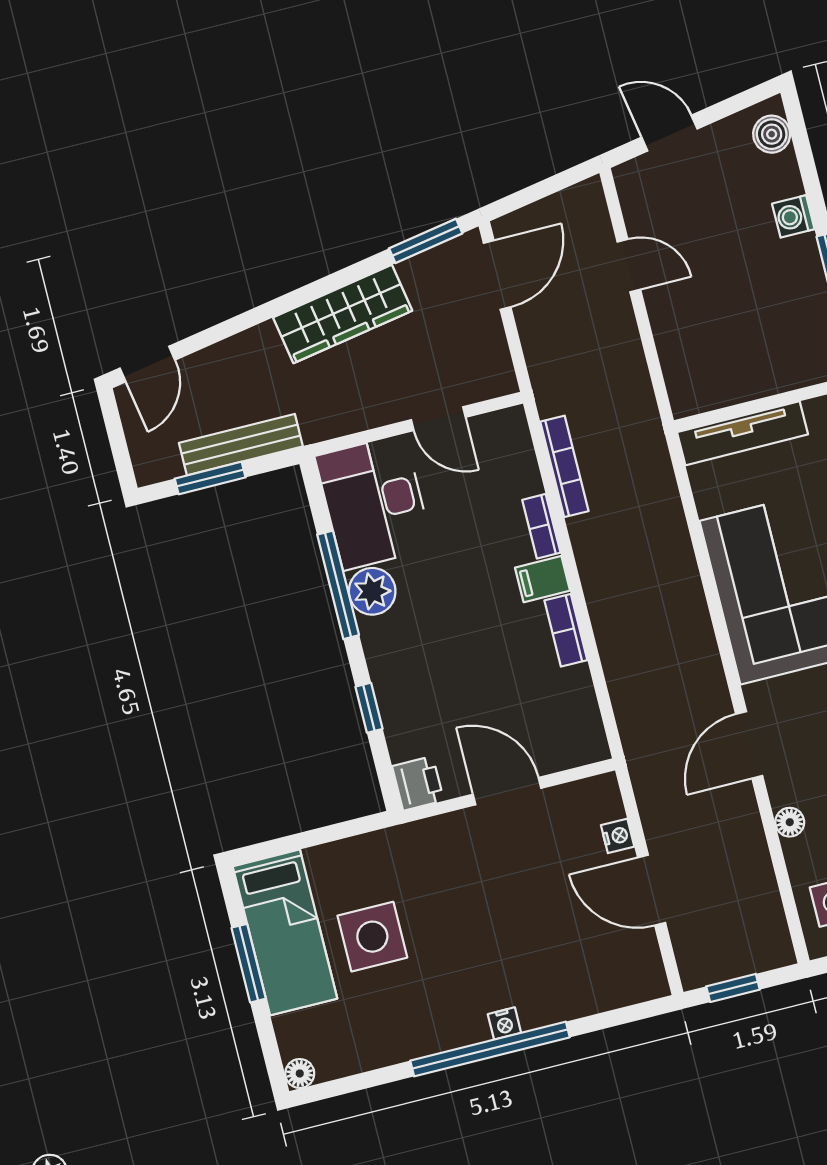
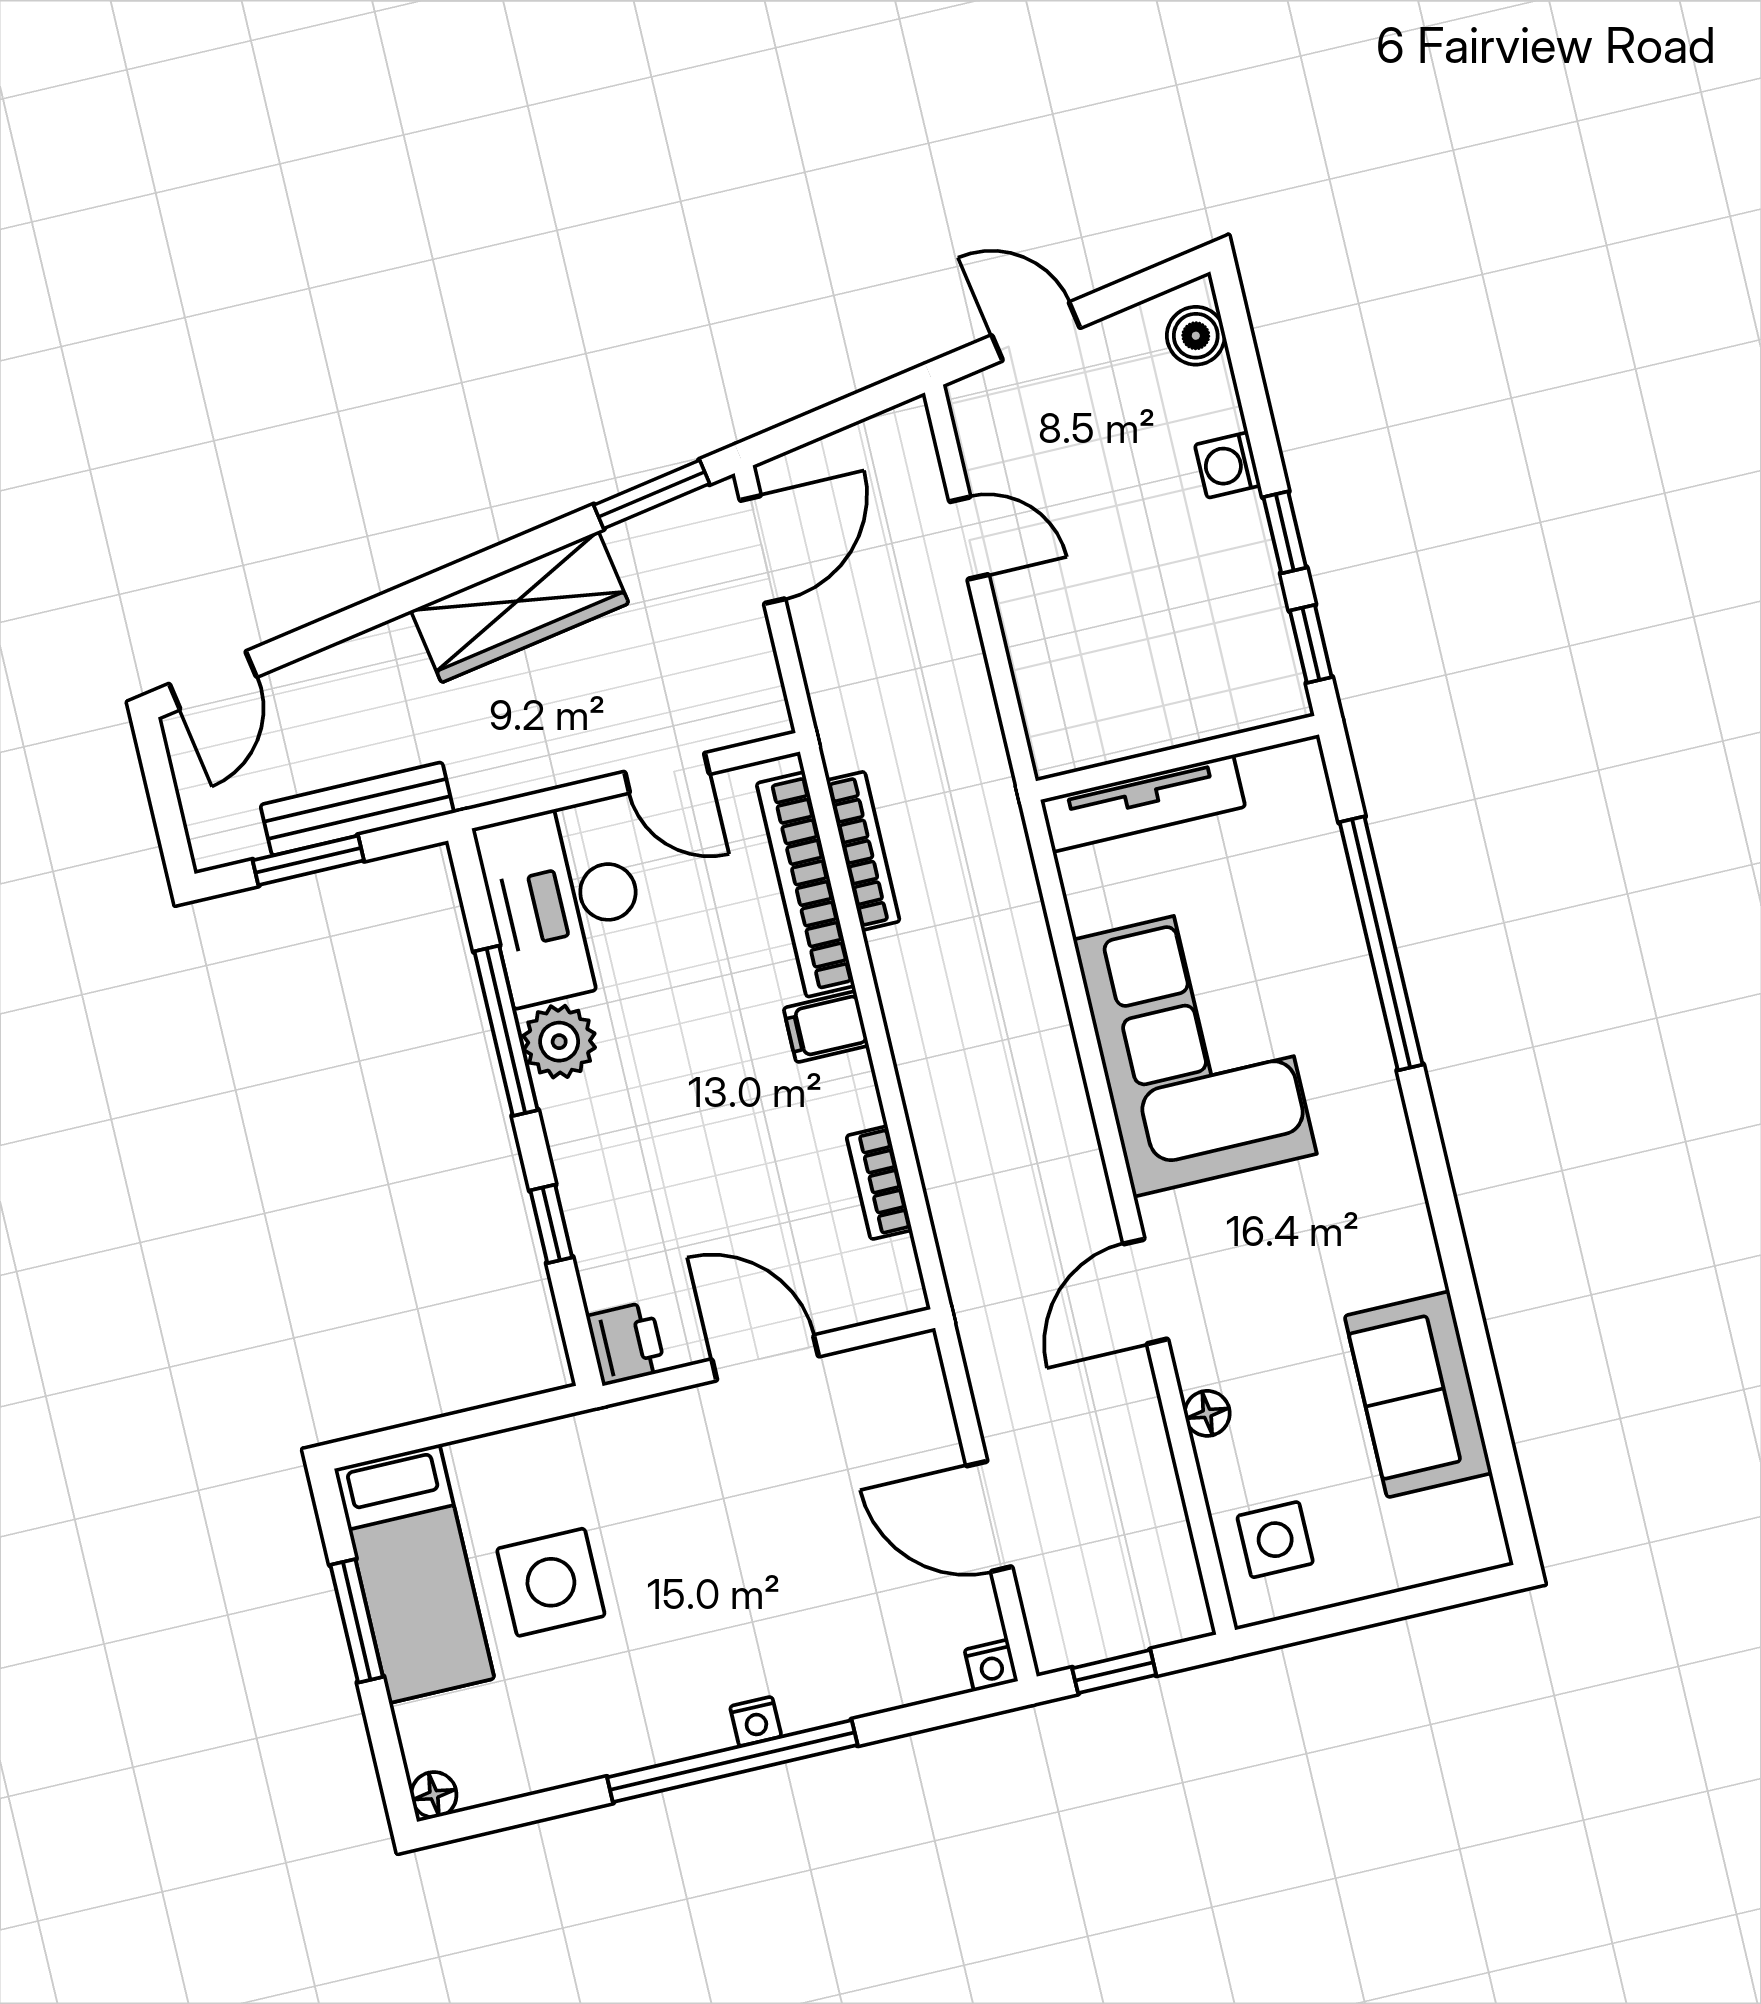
bookcase: (541, 526) -> (806, 885), width x2.31, depth x1.31
bookcase: (566, 630) -> (879, 1183), moved
nightstand: (618, 836) -> (991, 1665), moved, turned 90

